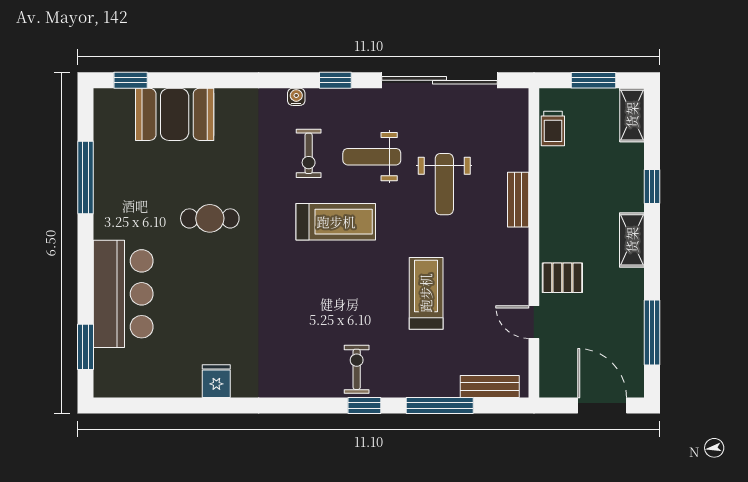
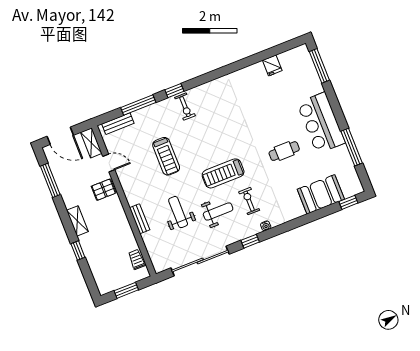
shelving: (632, 115) -> (91, 143), moved
bar counter: (123, 294) -> (321, 123), moved
window: (85, 347) -> (319, 66), width x1.44
fridge: (216, 381) -> (272, 65), moved

